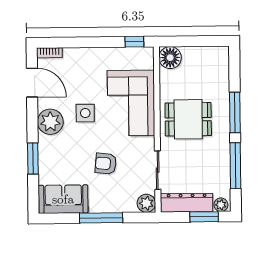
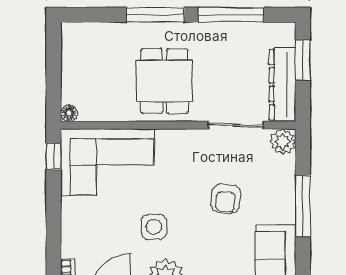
floor lamp: (170, 58) -> (69, 113), width x0.53, depth x0.53
corner sofa: (131, 103) -> (107, 162), moved
plant: (221, 205) -> (286, 36), removed

